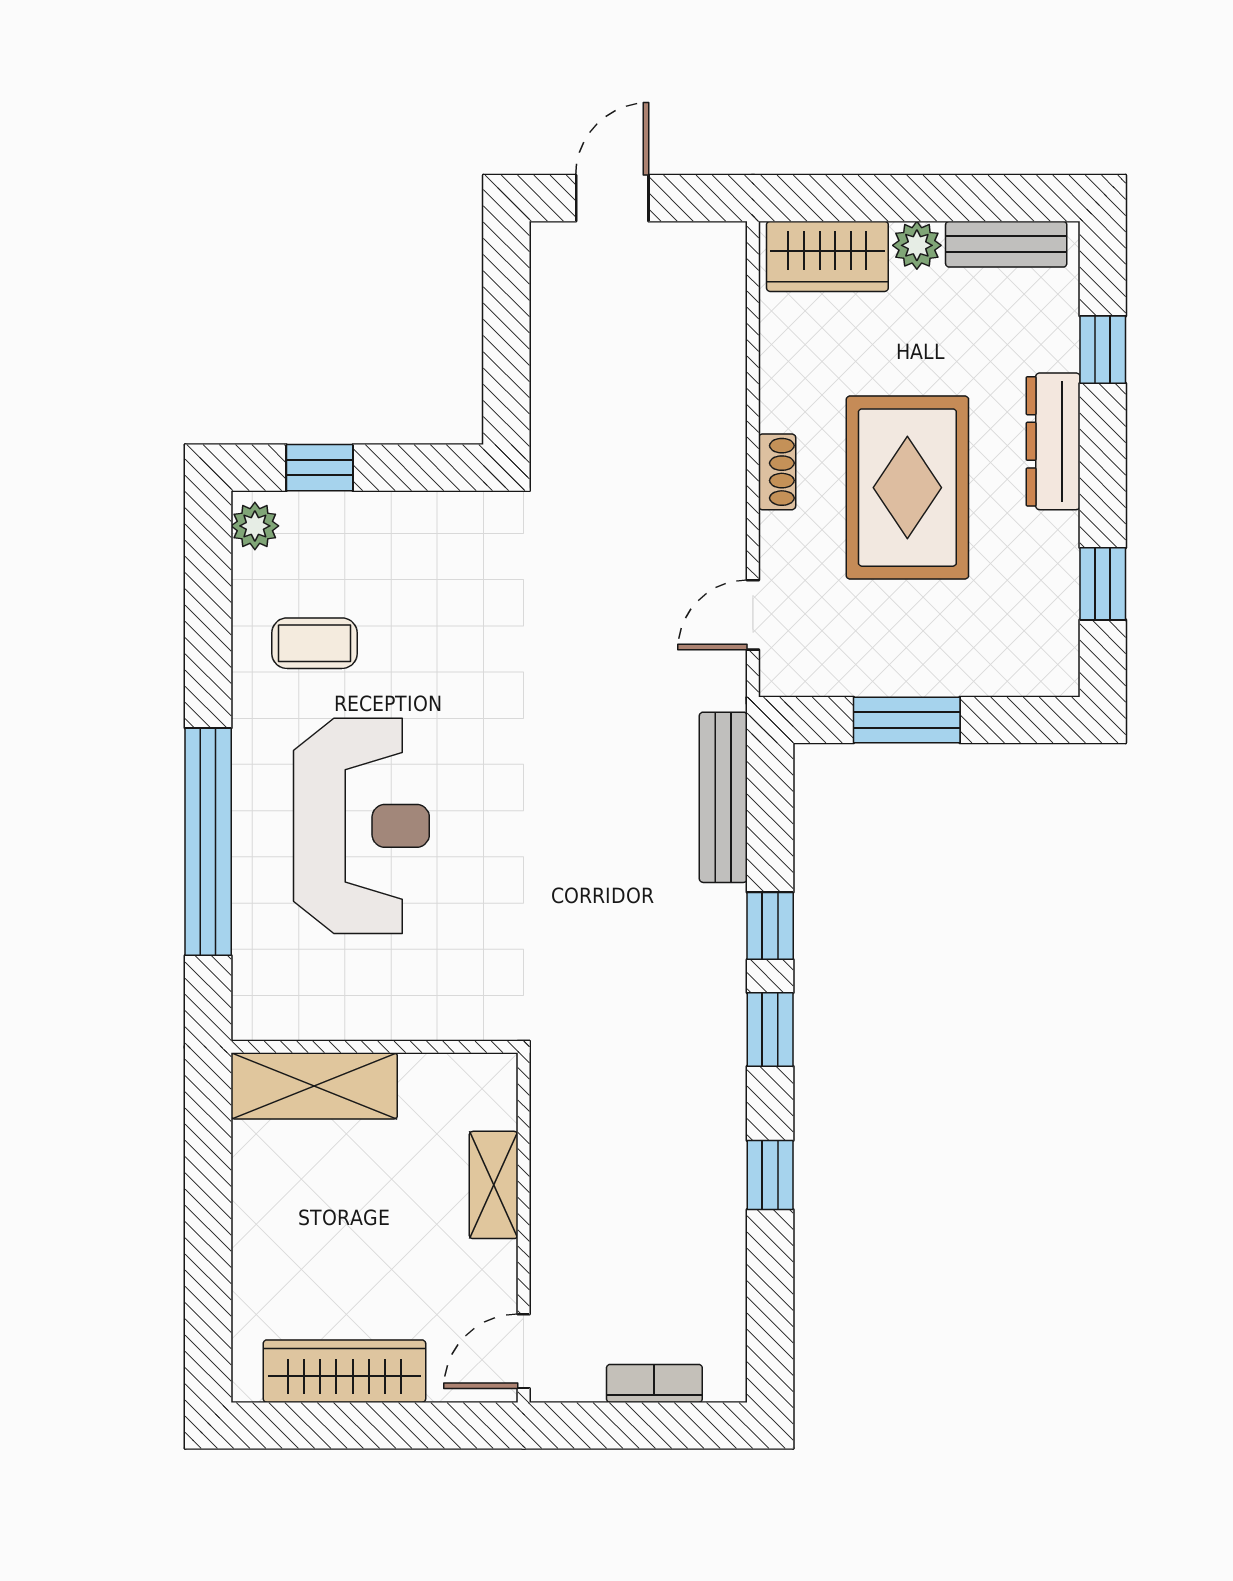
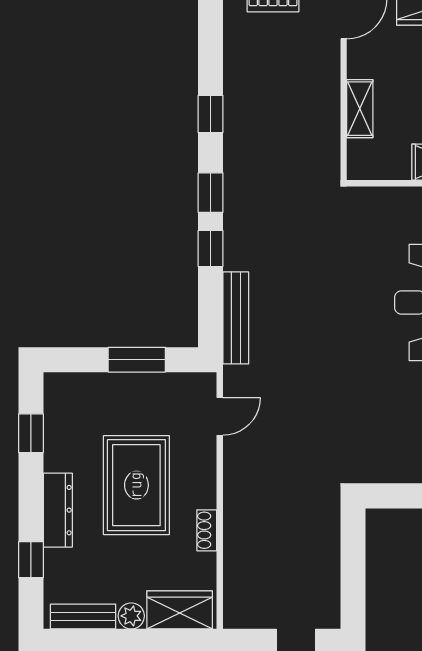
shoe rack: (777, 472) -> (207, 530), moved

